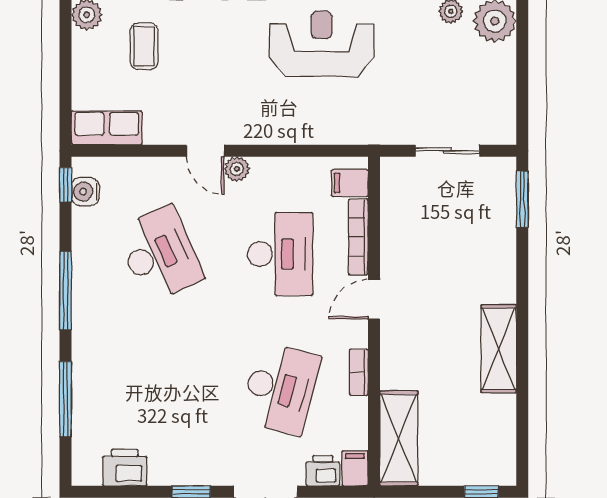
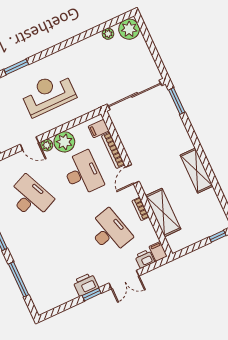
reception desk: (322, 44) -> (48, 94), moved
sliding door: (447, 151) -> (134, 95), width x1.86
plant: (273, 178) -> (64, 142), added
desk: (280, 389) -> (110, 232), turned -30
shelving: (399, 438) -> (163, 212), moved
printer: (125, 468) -> (86, 284), moved

